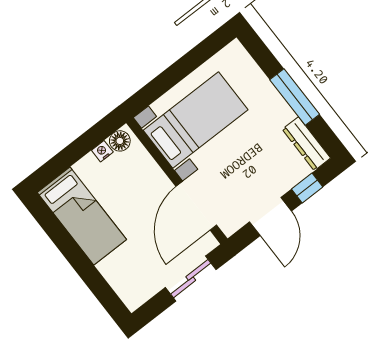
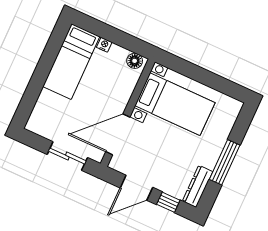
nightstand: (102, 151) -> (104, 45), moved

